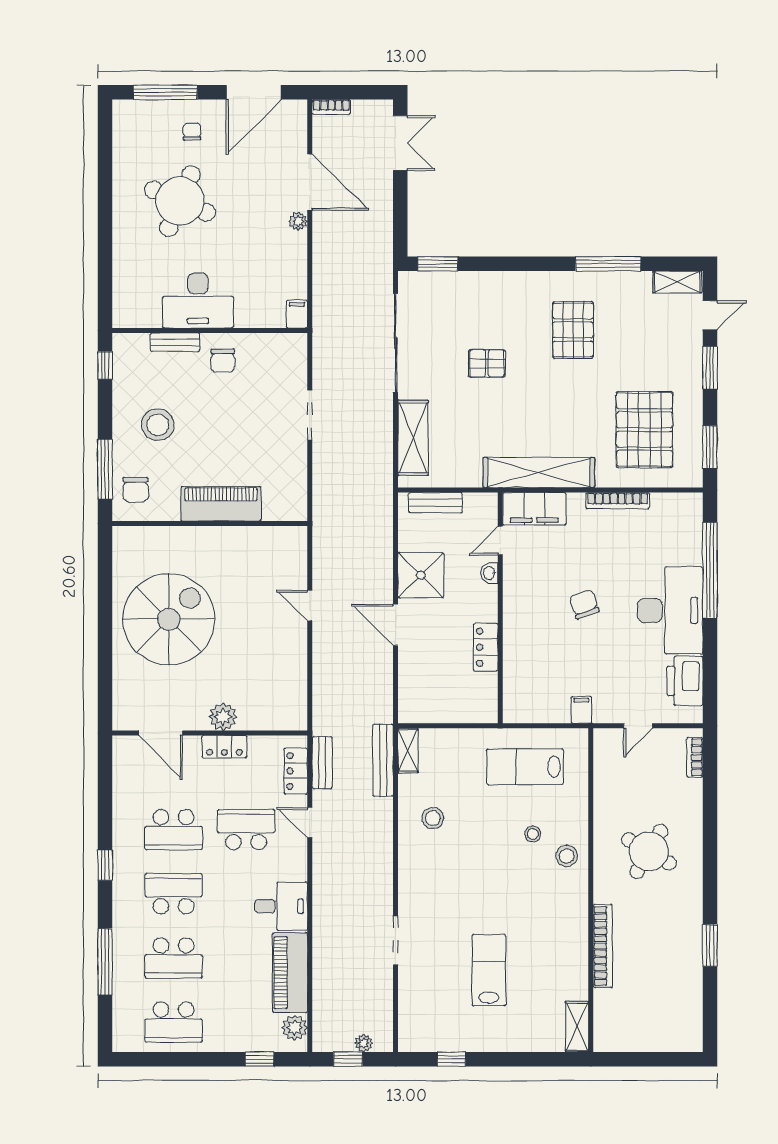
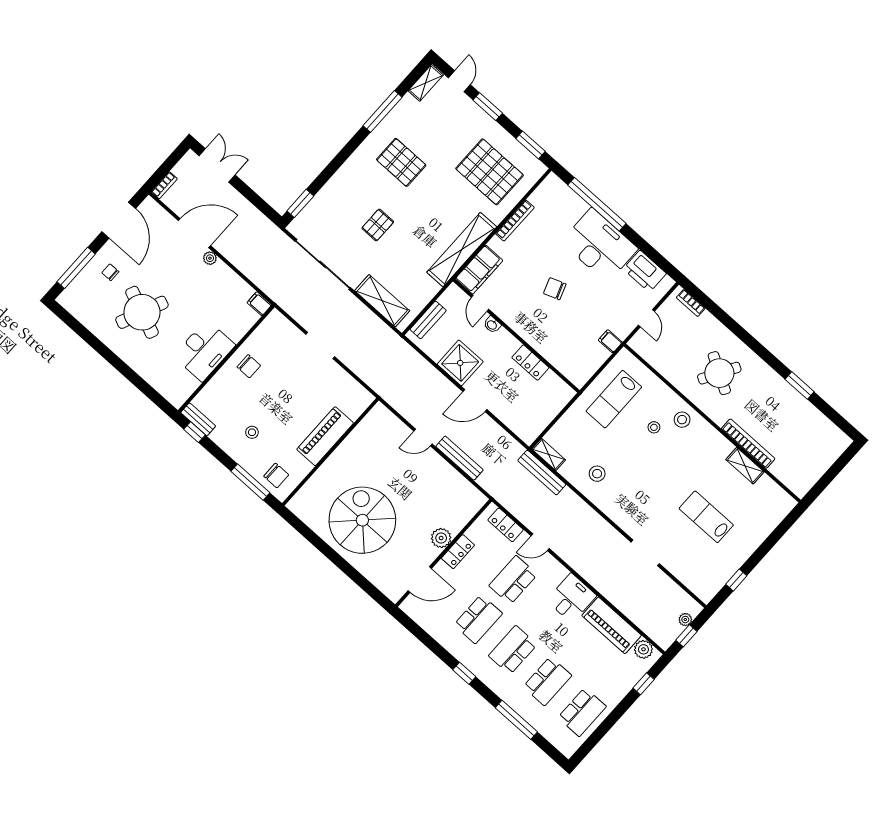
bench: (175, 342) -> (198, 419), moved, turned 90
stool: (158, 425) -> (252, 432), width x0.53, depth x0.53
bench: (322, 763) -> (460, 458), moved, width x1.36
shelving: (577, 1027) -> (745, 466), moved

